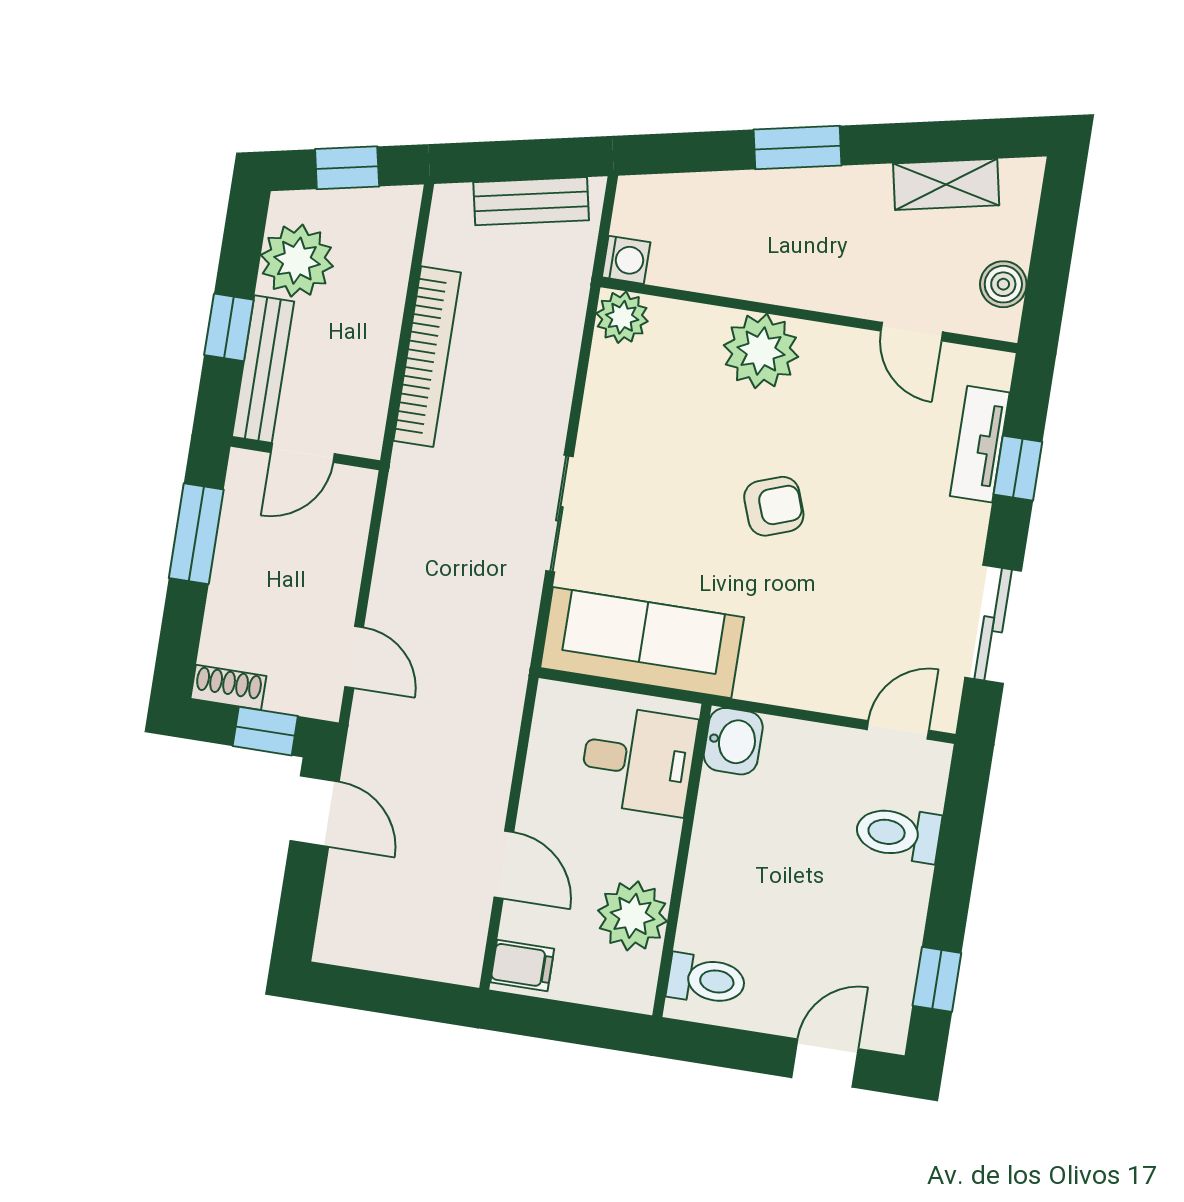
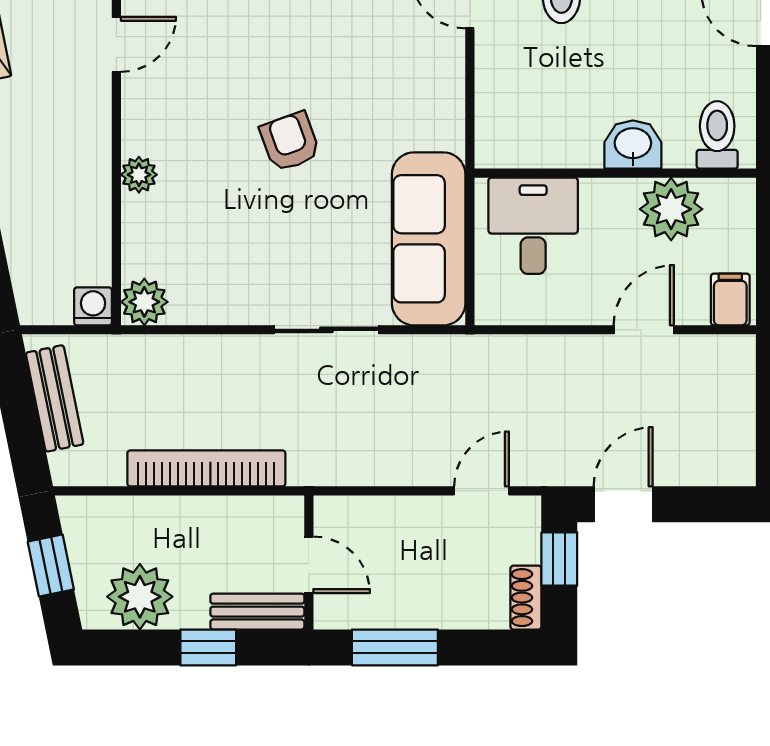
plant: (761, 351) -> (139, 175), width x0.53, depth x0.53
bench: (263, 369) -> (257, 612), width x0.73
washbasin: (733, 741) -> (633, 145), moved

